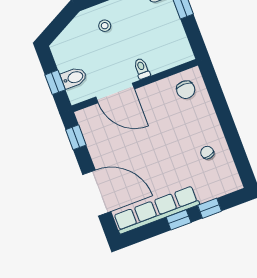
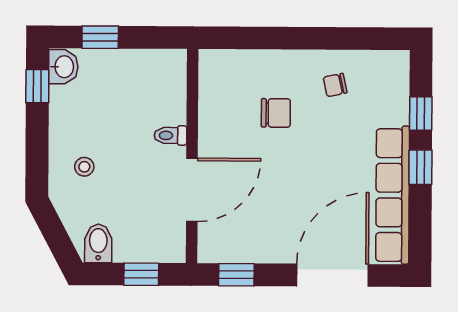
bidet: (74, 78) -> (98, 243), moved
chair: (186, 90) -> (276, 113), moved

